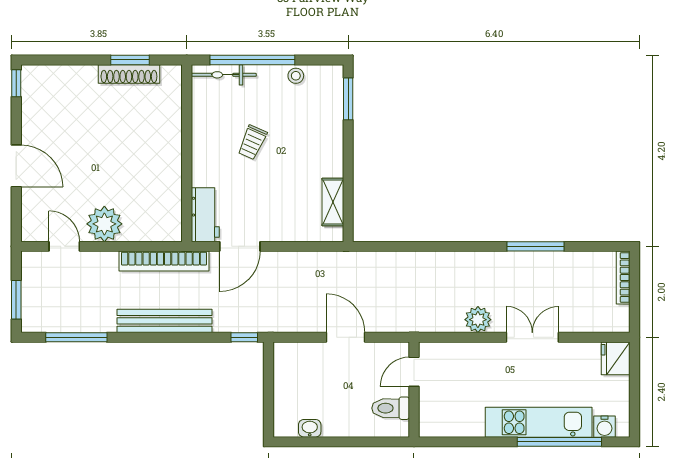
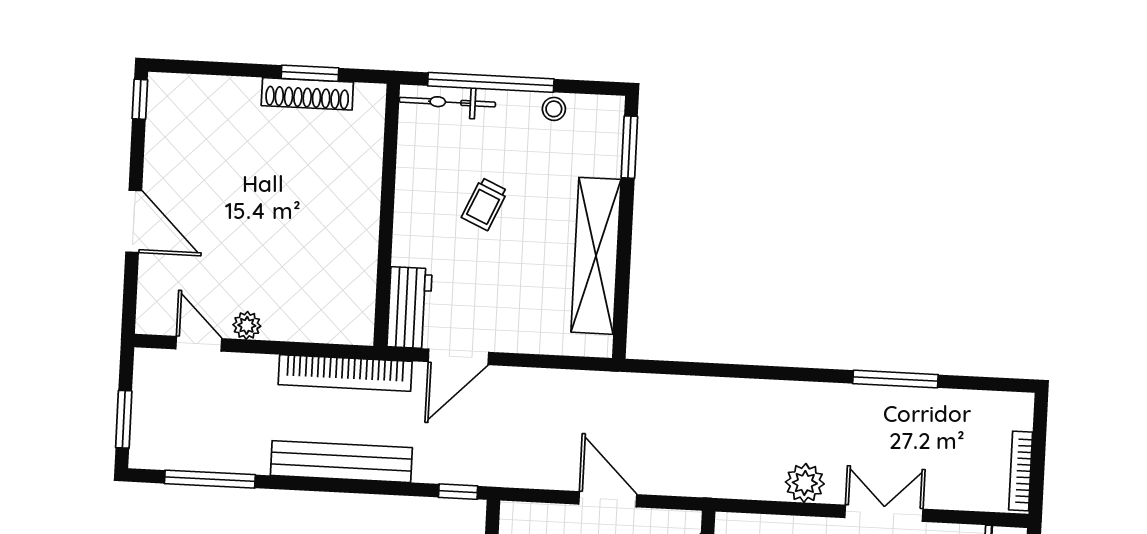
shelving: (333, 202) -> (596, 256), width x2.20, depth x1.33
plant: (104, 224) -> (247, 325), width x0.53, depth x0.53
bookcase: (623, 278) -> (1021, 471), moved

